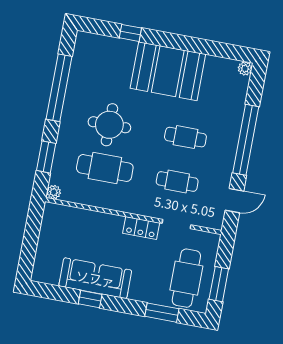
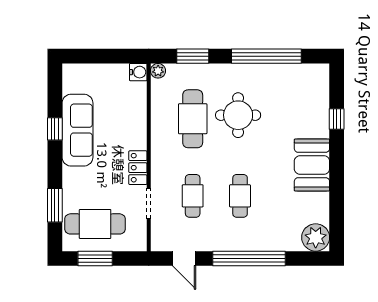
plant: (245, 69) -> (316, 237), width x1.88, depth x1.88
booth: (168, 71) -> (312, 165), width x0.73, depth x0.70
water cooler: (51, 211) -> (138, 72), added

